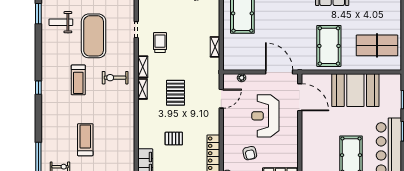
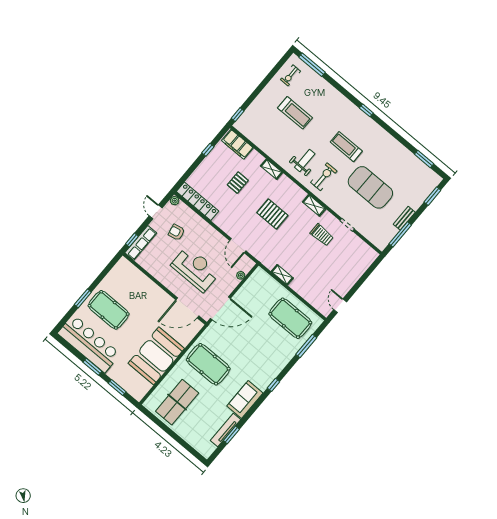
weight bench: (61, 22) -> (305, 161), moved
shelving: (143, 89) -> (272, 169), moved

